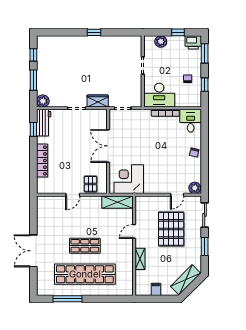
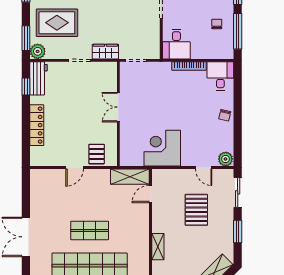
rug: (59, 78) -> (57, 23), added
window: (33, 80) -> (26, 38), moved
window: (205, 85) -> (238, 31), width x2.17
desk: (159, 95) -> (176, 44), width x0.73
double door: (108, 146) -> (118, 107), width x0.73
corner desk: (129, 179) -> (162, 148), moved
door: (177, 195) -> (204, 168), hinge flipped
pallet: (171, 229) -> (196, 210), width x0.73, depth x0.71
door: (134, 231) -> (151, 194), moved

